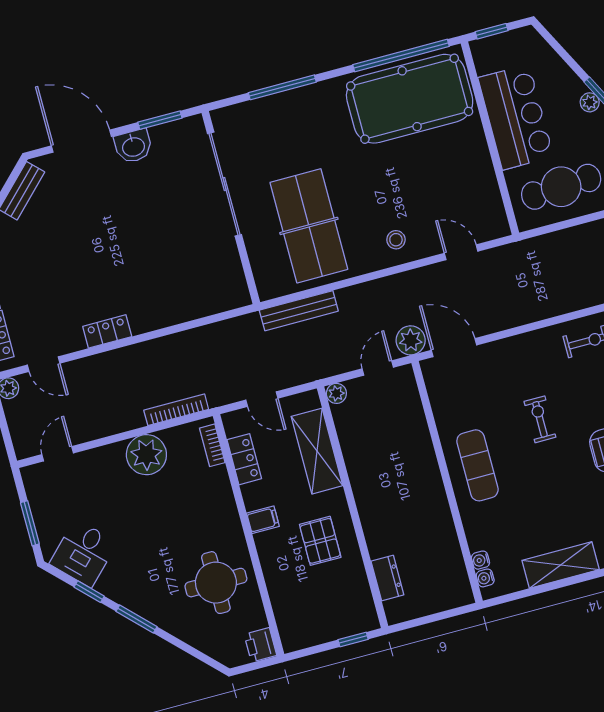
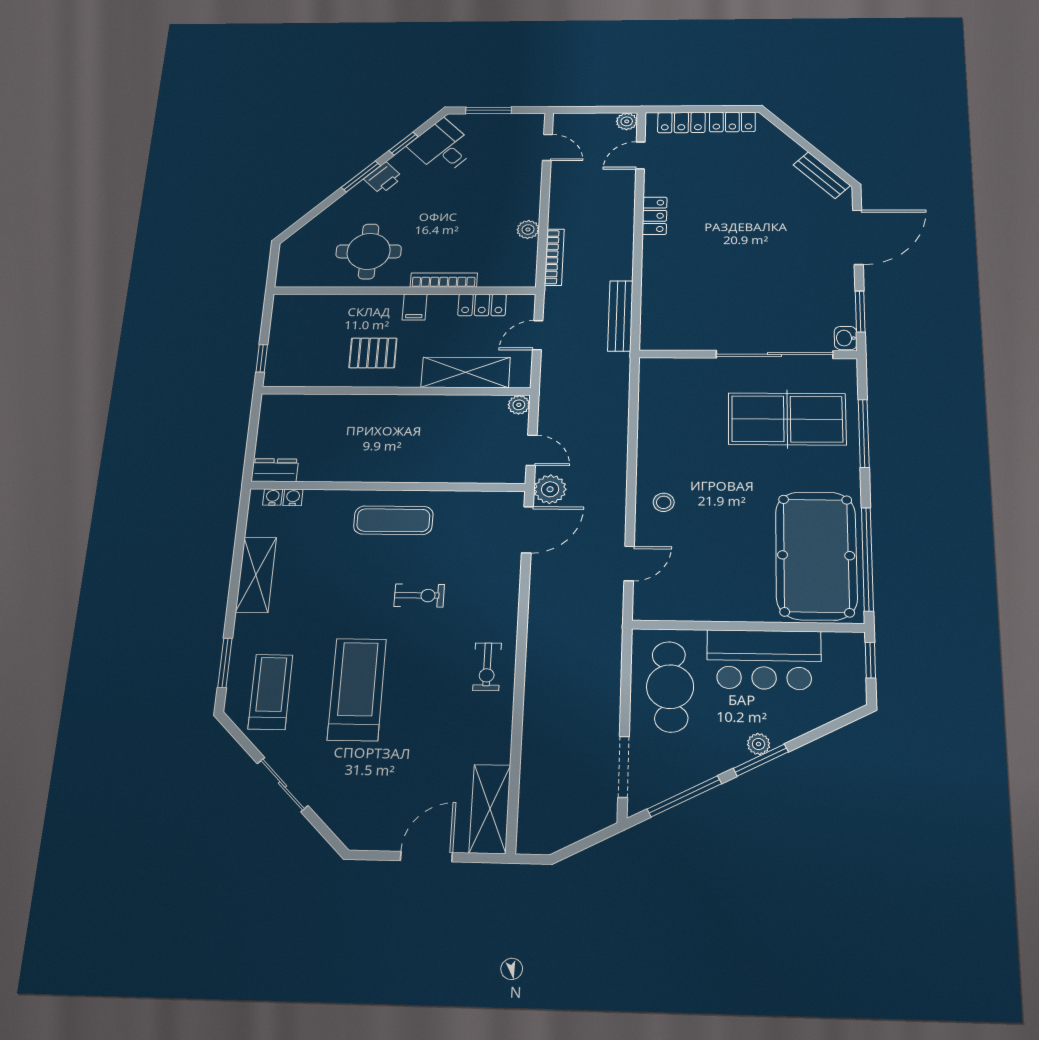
washbasin: (133, 146) -> (846, 338), moved, width x0.72, depth x0.69
table tennis table: (309, 226) -> (787, 419), moved
bench: (299, 311) -> (620, 316), moved
bookcase: (212, 445) -> (444, 280), moved, width x1.56
plant: (146, 455) -> (528, 230), width x0.53, depth x0.53
dresser: (387, 578) -> (275, 470), moved, turned 180
printer: (260, 645) -> (383, 178), moved, turned 135

